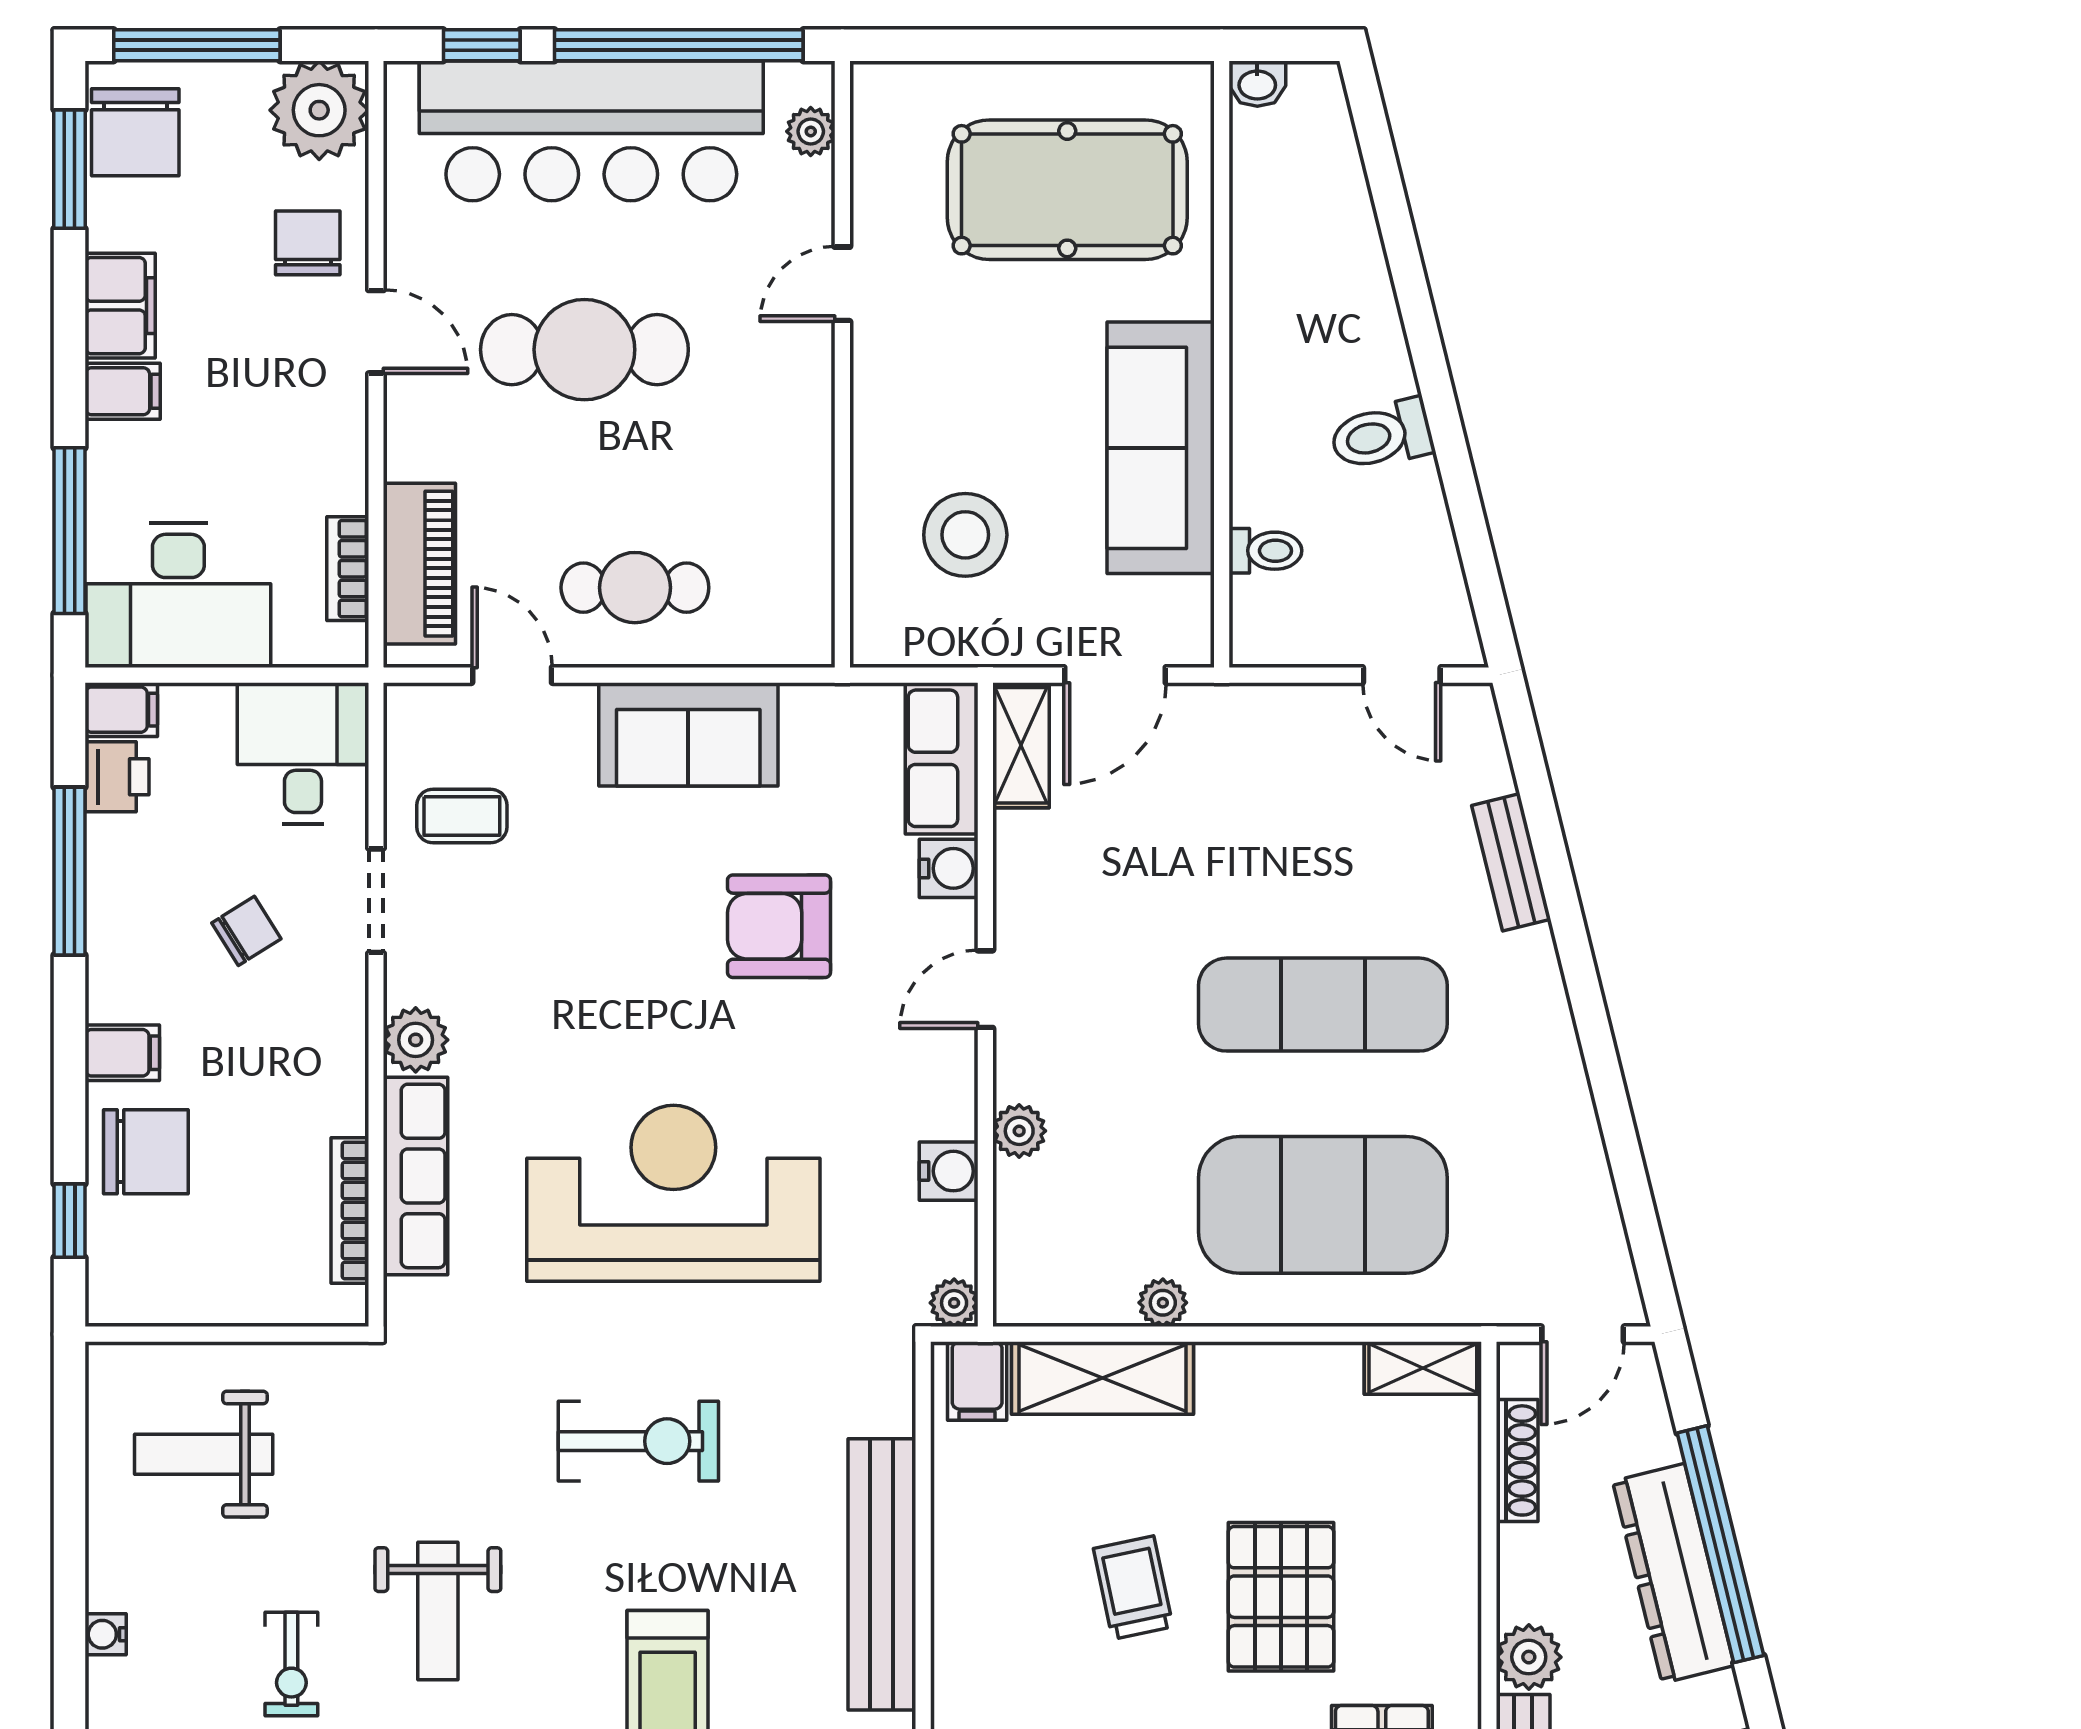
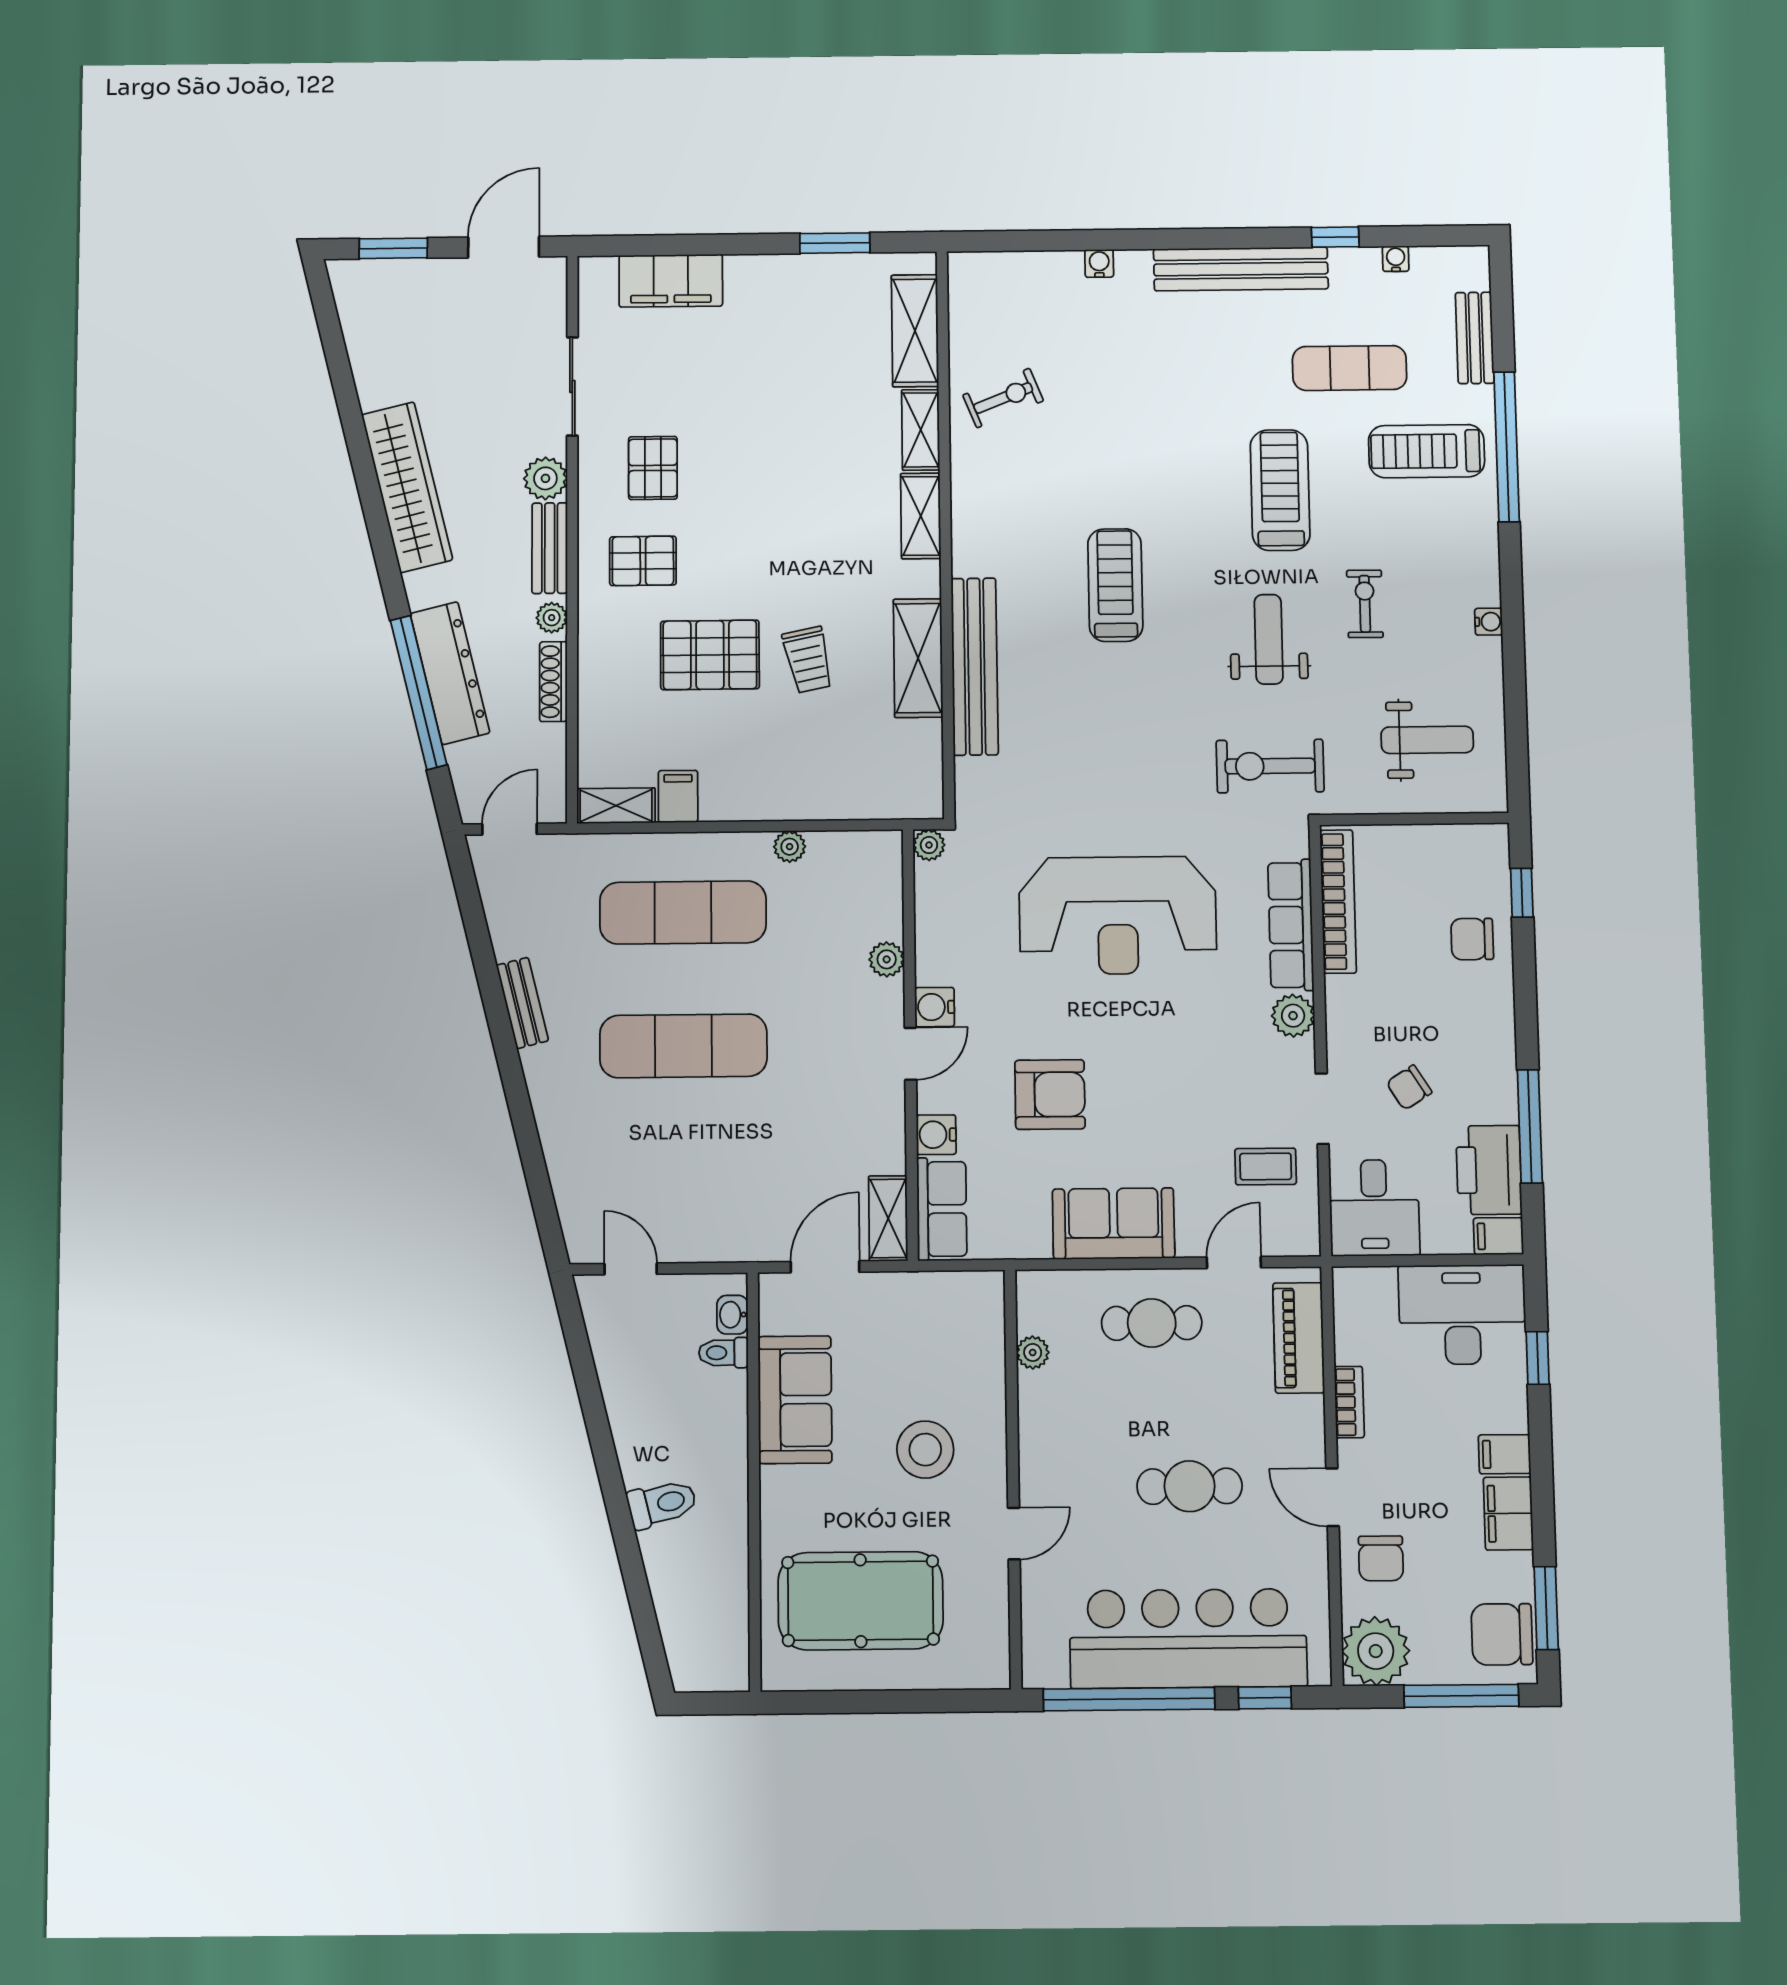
washbasin: (1257, 84) -> (732, 1315), moved, turned -90
plant: (811, 131) -> (1033, 1352), moved
chair: (135, 132) -> (1502, 1634), turned -90
cafe table: (584, 350) -> (1190, 1486), width x0.73, depth x0.74
toilet: (1382, 435) -> (662, 1504), moved
sofa: (1161, 448) -> (795, 1400), width x0.73
window: (69, 531) -> (1538, 1358), width x0.46
stool: (965, 535) -> (925, 1450), moved
bookcase: (348, 569) -> (1349, 1402), moved
door: (512, 675) -> (1234, 1262), swing flipped
printer: (117, 777) -> (1489, 1170), width x1.87, depth x1.48
bench: (1511, 862) -> (522, 1003), moved
filing cabinet: (122, 1053) -> (1490, 1005), removed
chair: (146, 1152) -> (1472, 939), width x0.73, depth x0.73
water cooler: (949, 1171) -> (935, 1007), moved
exercise mat: (1323, 1205) -> (683, 913), width x0.68
bookcase: (350, 1211) -> (1338, 902), width x1.48, depth x1.31
shelving: (1102, 1378) -> (918, 658), moved, turned 90
filing cabinet: (977, 1381) -> (678, 796), moved
exercise bike: (638, 1441) -> (1270, 766), moved
shoe rack: (1517, 1460) -> (553, 682), moved
pallet: (1281, 1597) -> (710, 655), turned 90
plant: (1529, 1657) -> (552, 618), width x0.73, depth x0.73

